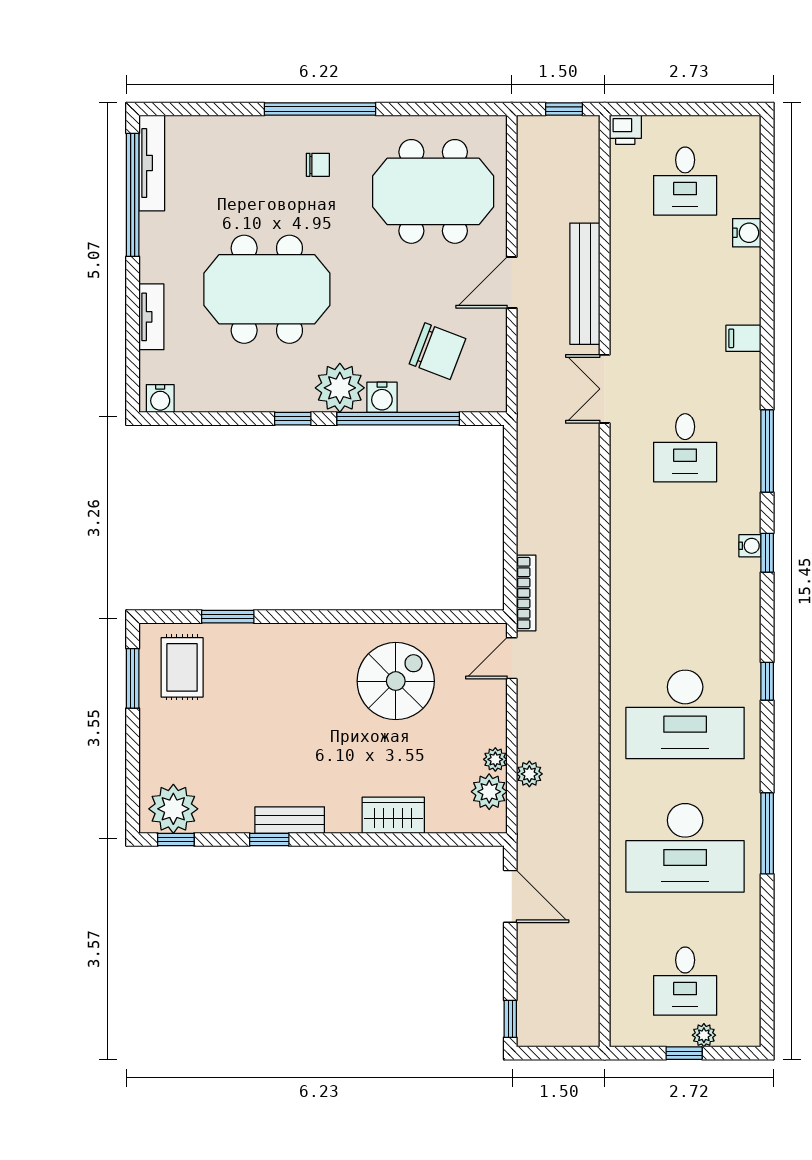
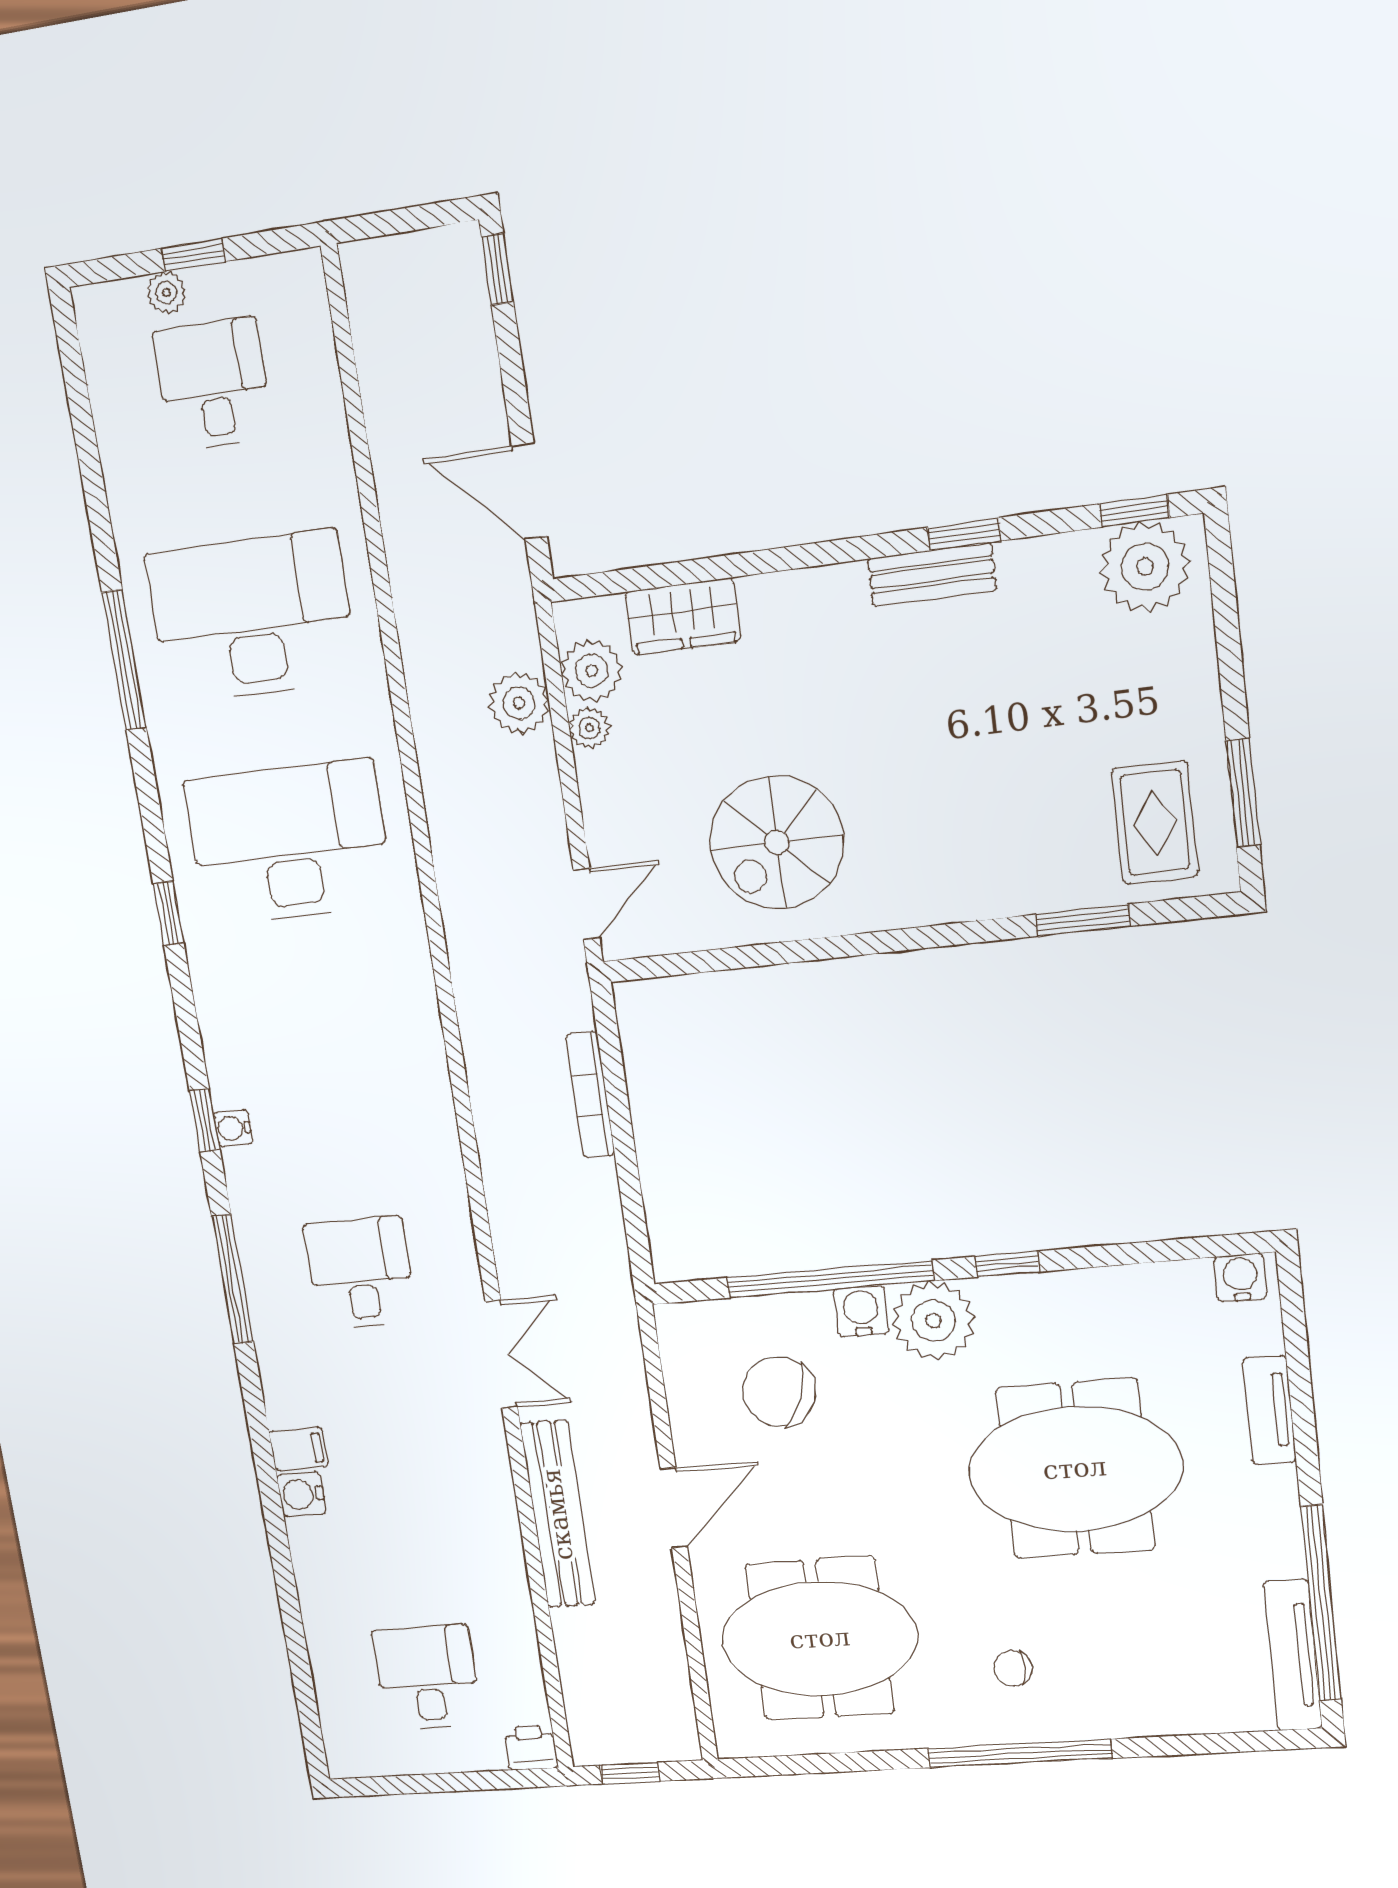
water cooler: (747, 233) -> (301, 1494), moved
bookcase: (526, 593) -> (590, 1095), moved
plant: (529, 774) -> (519, 703), width x1.38, depth x1.38
wardrobe: (393, 815) -> (683, 617), moved

